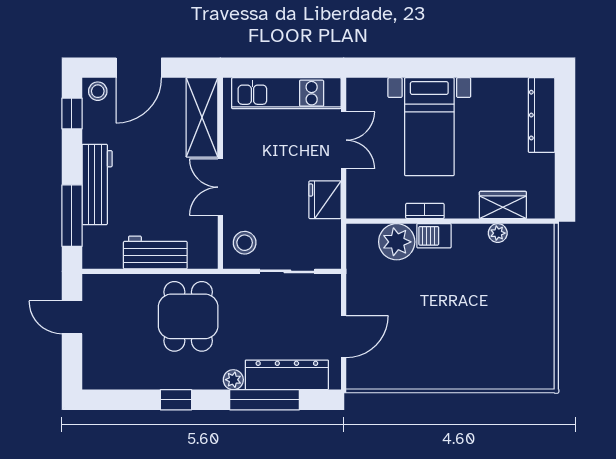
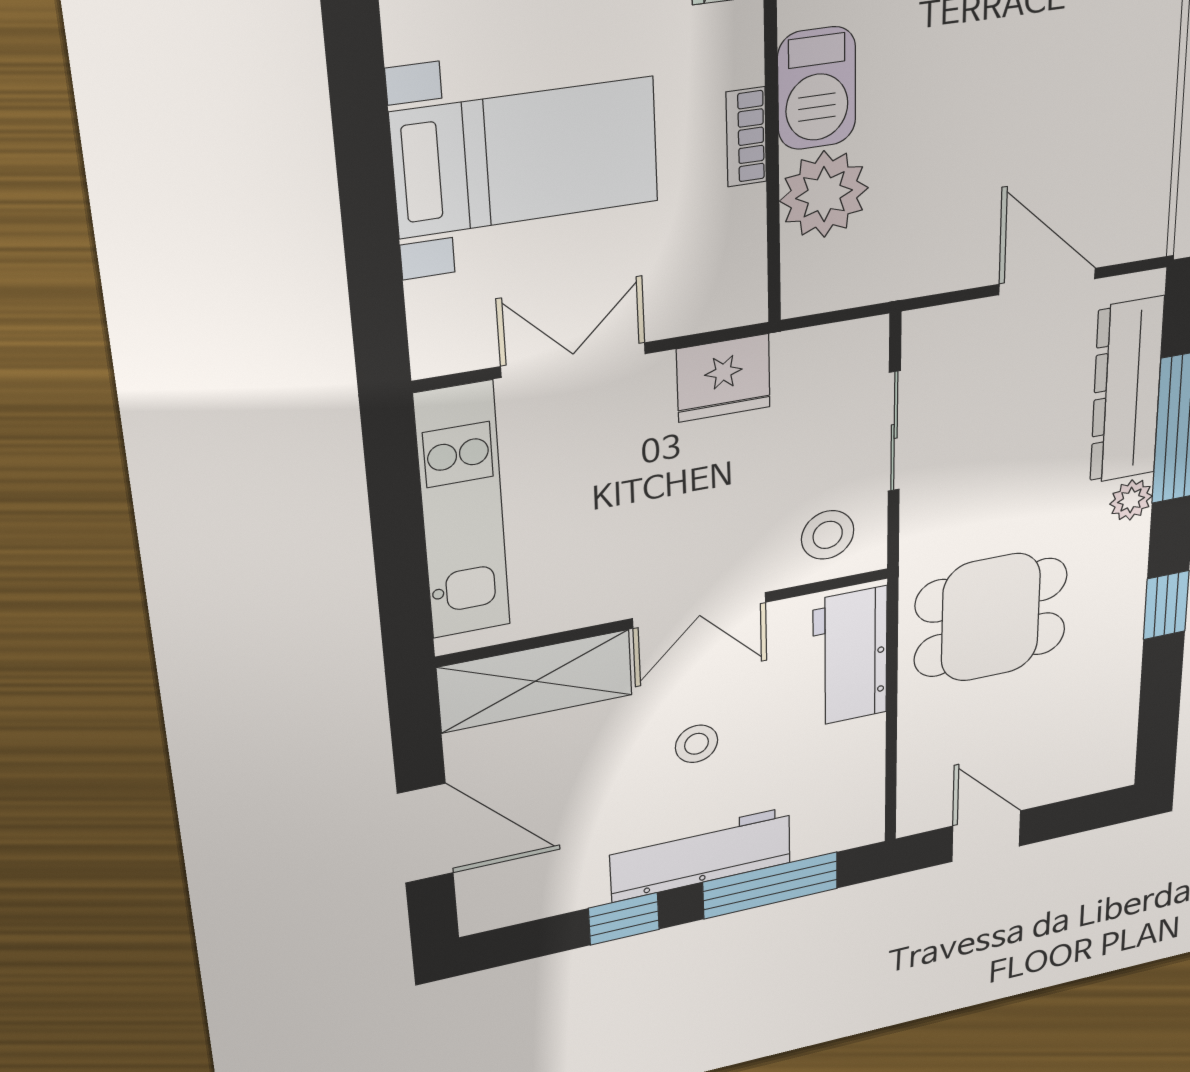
stool: (98, 91) -> (697, 744), moved
window: (72, 114) -> (624, 919), moved
barbecue: (434, 236) -> (817, 88), width x1.38, depth x1.27
workbench: (155, 253) -> (850, 657), moved
door: (72, 317) -> (986, 836), swing flipped

